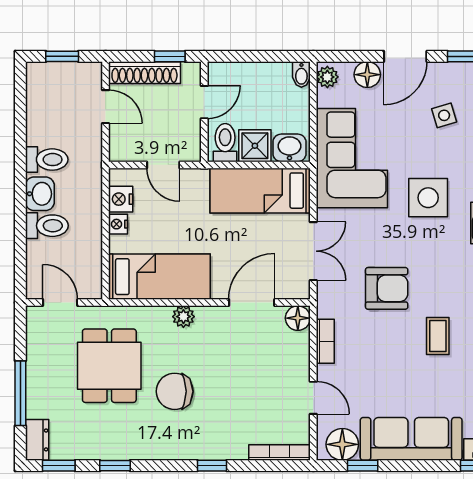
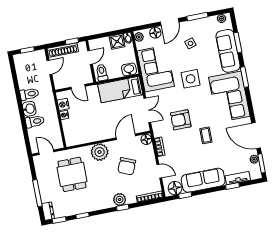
door: (106, 107) -> (49, 67), hinge flipped
shower: (255, 146) -> (117, 42), moved
bed: (159, 277) -> (86, 133), removed
armchair: (387, 288) -> (181, 120), turned 180
plant: (183, 317) -> (100, 152), width x1.88, depth x1.88
chair: (175, 391) -> (127, 166), moved, turned -67
plant: (208, 446) -> (120, 200), added

